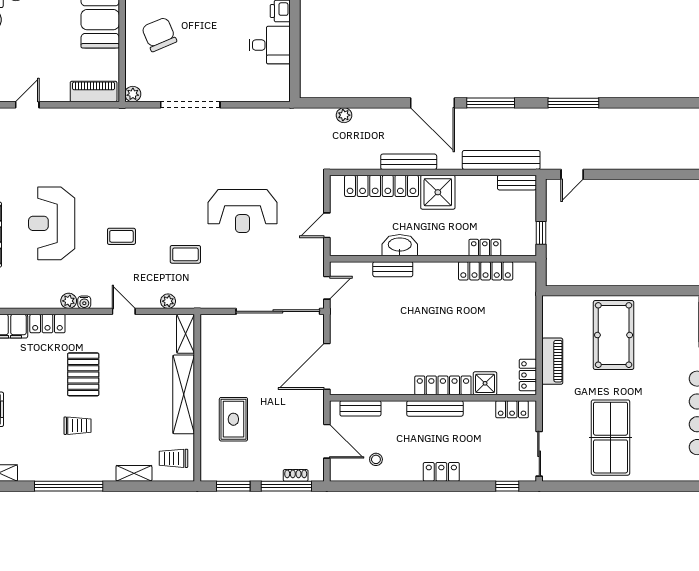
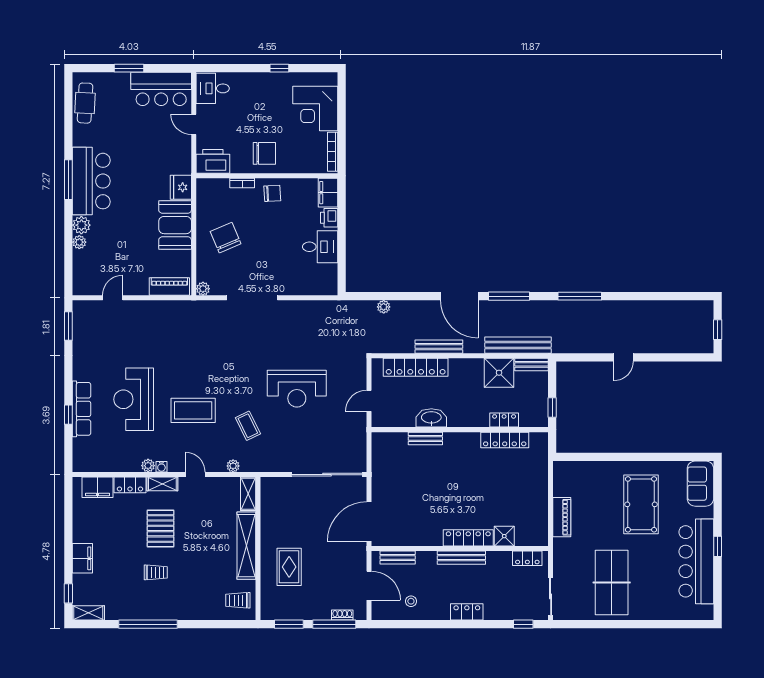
door: (572, 174) -> (623, 357), moved
shower: (438, 192) -> (499, 373), moved
coffee table: (121, 236) -> (193, 410), width x1.86, depth x1.72
coffee table: (185, 254) -> (248, 426), turned 64
door: (327, 288) -> (369, 454), removed
pool table: (614, 335) -> (641, 504), moved
locker: (528, 375) -> (541, 529), removed
shelving: (134, 473) -> (162, 484), moved

